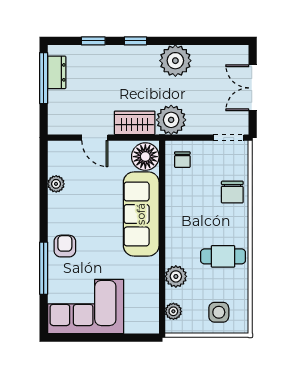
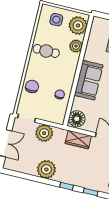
plant: (171, 120) -> (44, 133), moved
chair: (182, 160) -> (60, 94), moved
sofa: (141, 214) -> (89, 80), width x0.73
plant: (173, 311) -> (78, 25), width x1.87, depth x1.87

